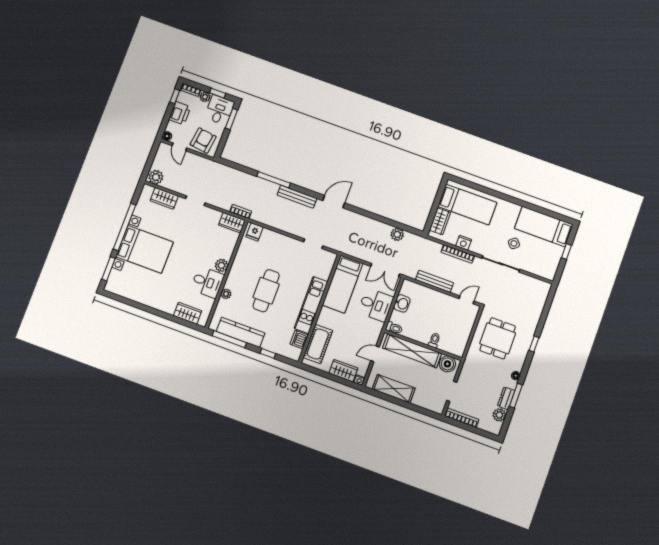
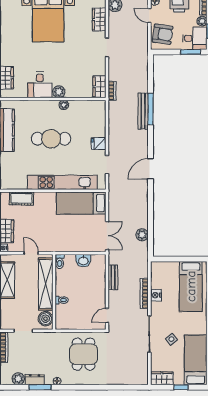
door: (179, 147) -> (149, 15), hinge flipped
bench: (297, 197) -> (143, 111), moved
door: (334, 202) -> (151, 169), swing flipped
wardrobe: (440, 221) -> (162, 378), moved, turned 180
fridge: (255, 232) -> (99, 144), moved
double door: (385, 270) -> (107, 236), swing flipped
bench: (434, 281) -> (113, 277), width x0.73
plant: (226, 294) -> (64, 105), moved
door: (467, 300) -> (107, 315), swing flipped
kitchen unit: (311, 305) -> (62, 182), width x1.36
desk: (376, 305) -> (74, 238), removed
dining table: (498, 338) -> (84, 354), turned 90
dishwasher: (299, 340) -> (19, 183), removed
cot: (318, 344) -> (22, 198), width x0.73, depth x0.75
window: (534, 344) -> (90, 387), removed

